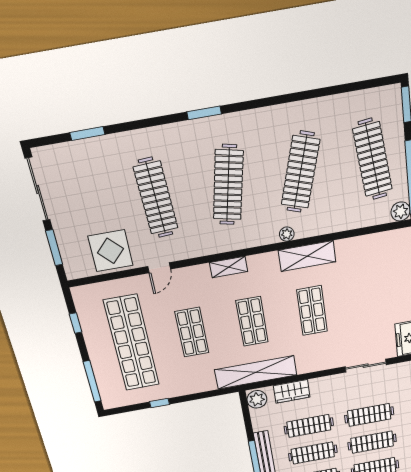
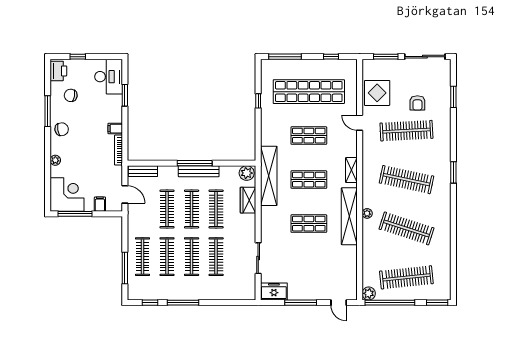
armchair: (111, 189) -> (417, 103), added
shelving: (307, 256) -> (349, 216), width x1.47

